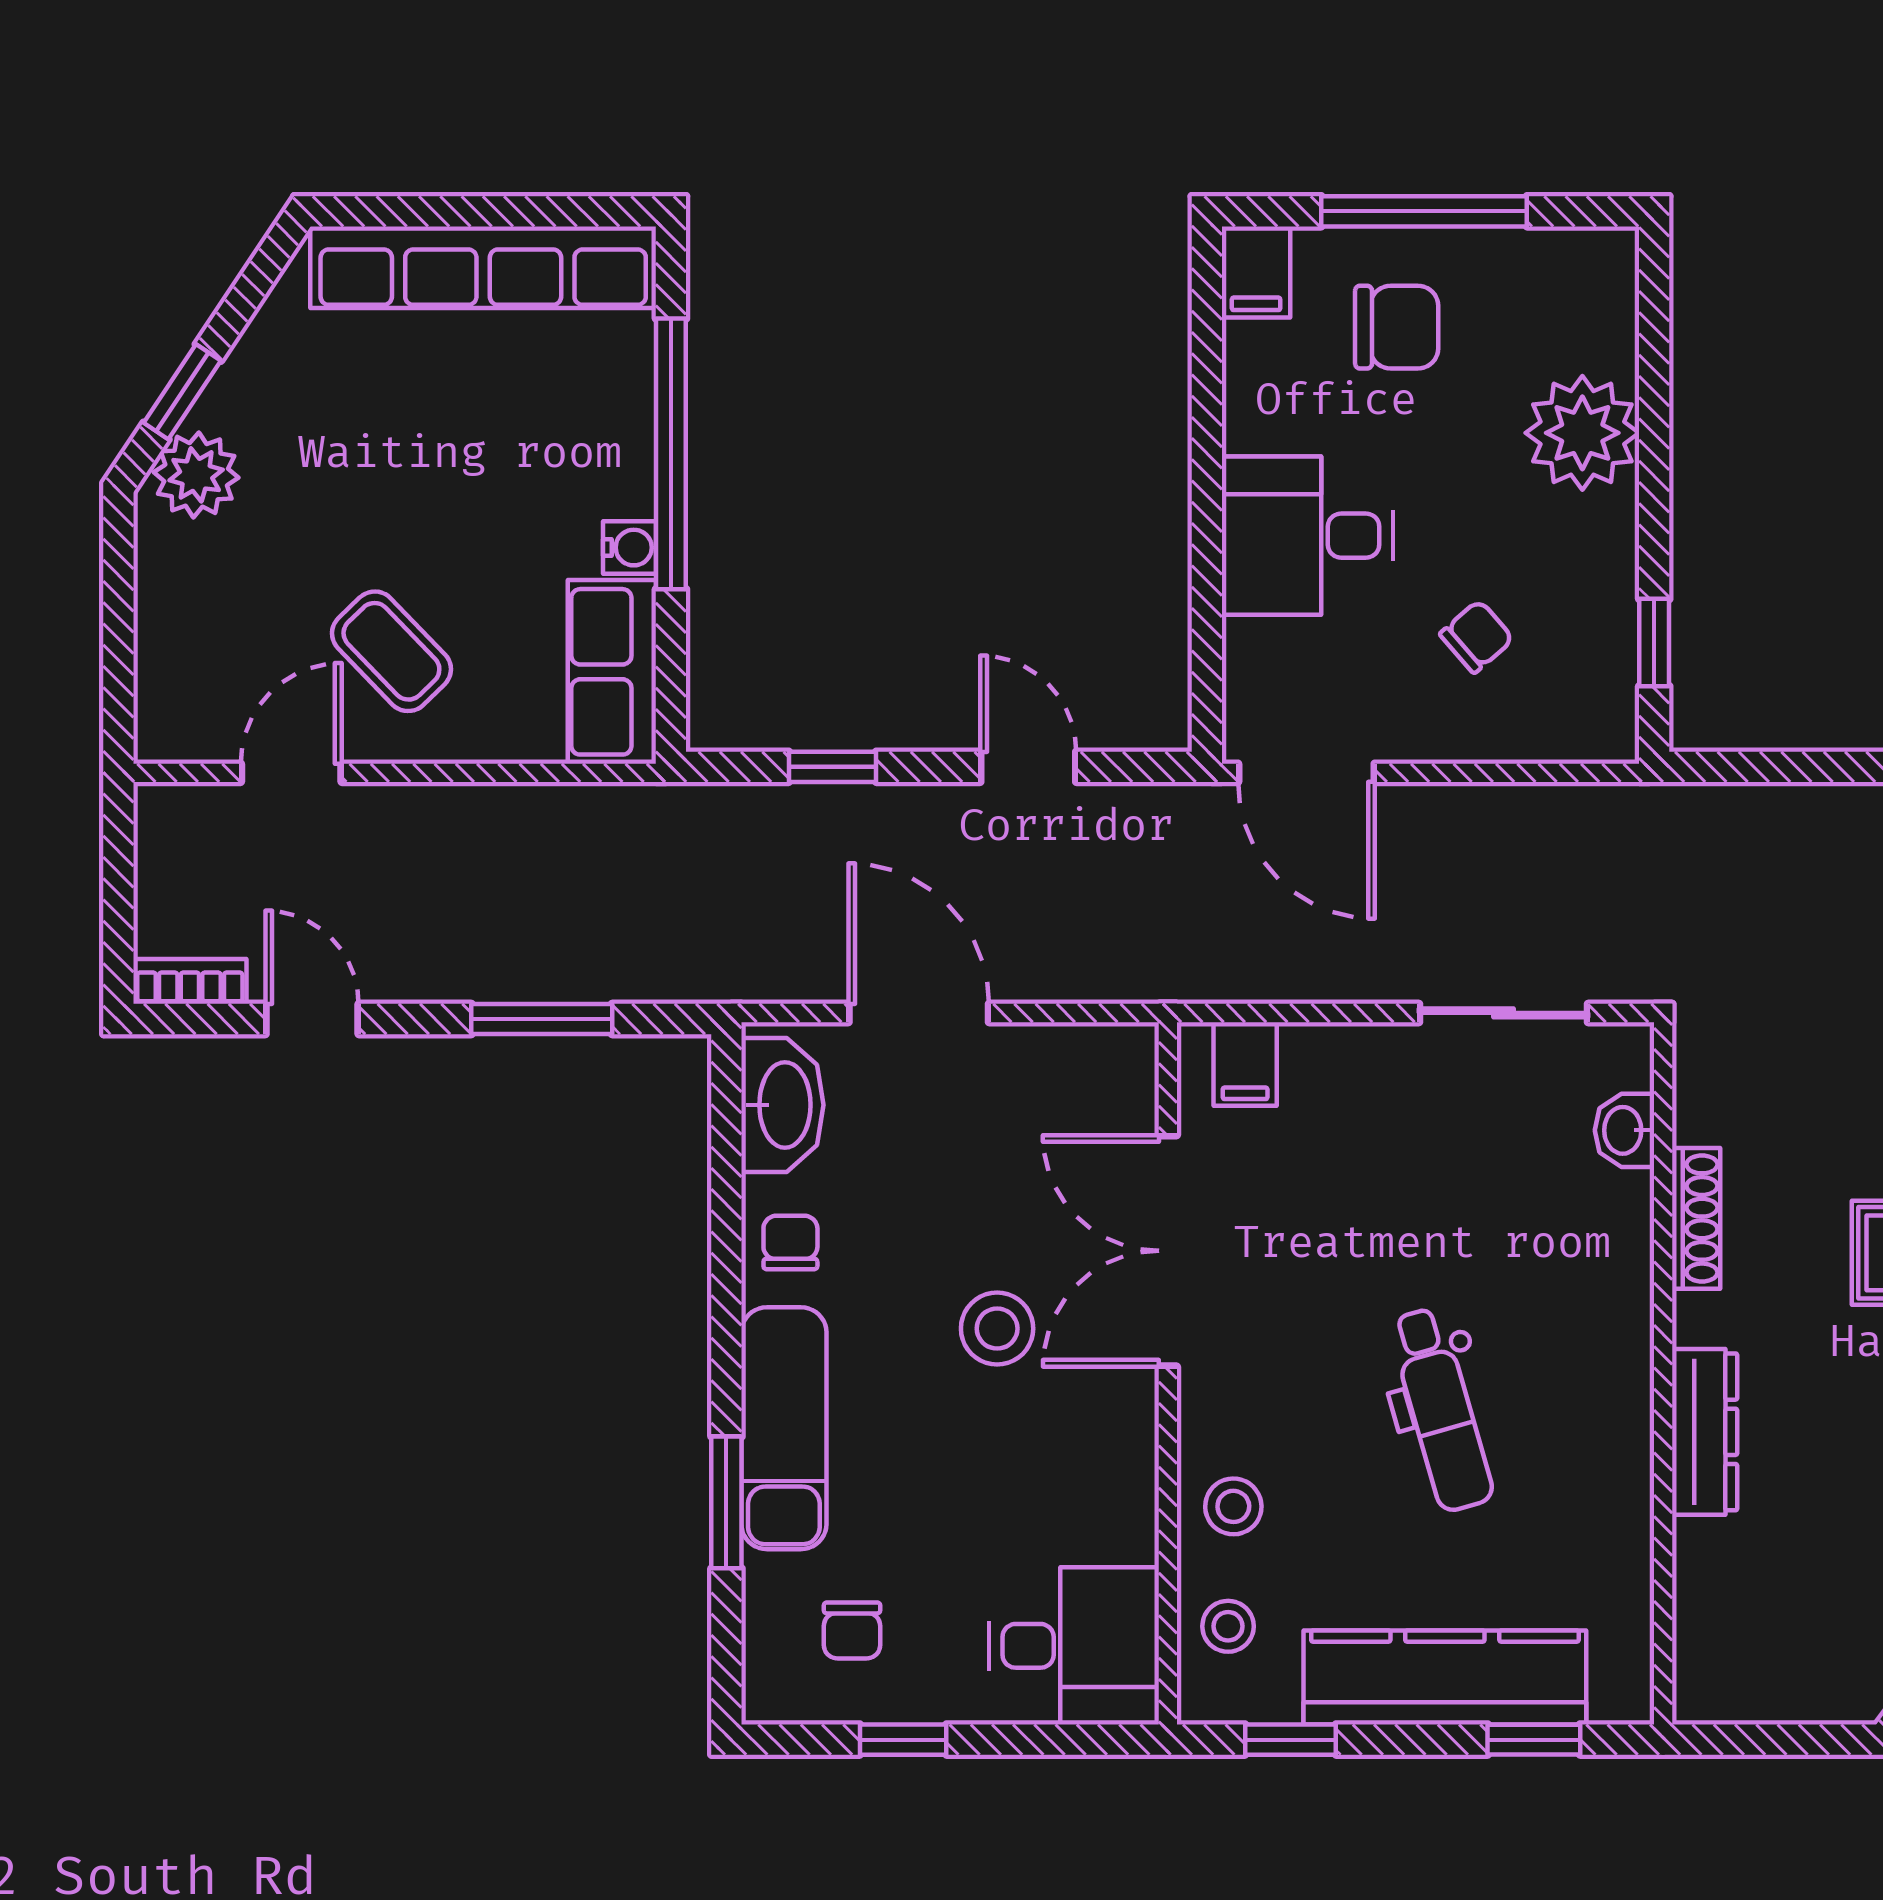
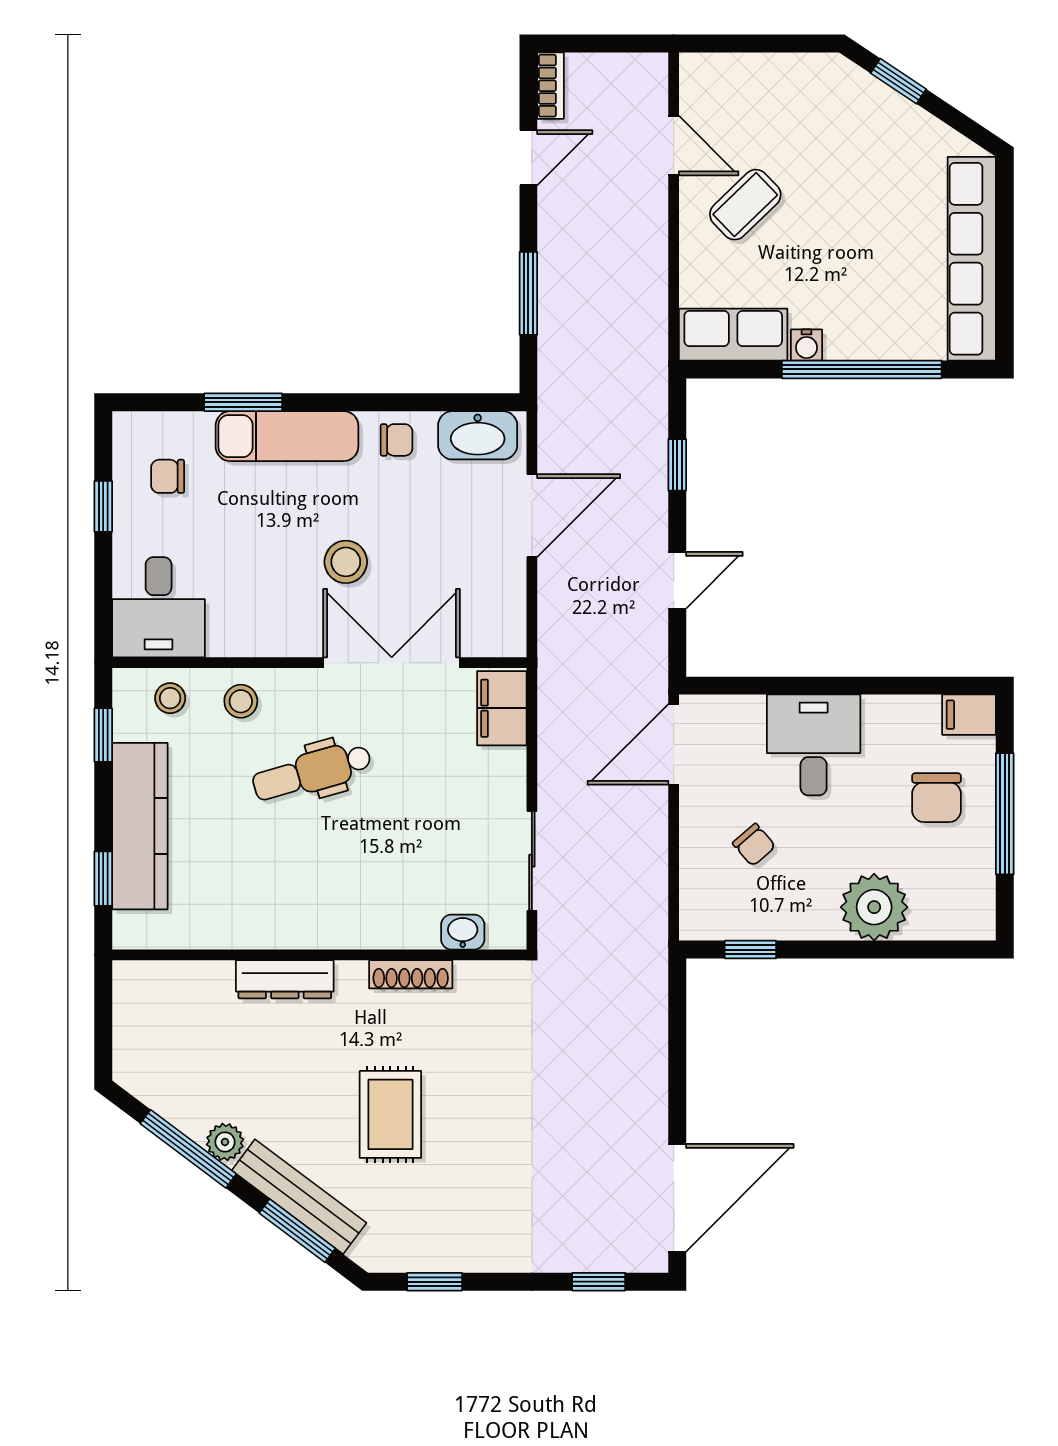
plant: (196, 475) -> (849, 89), removed
filing cabinet: (1245, 1064) -> (502, 708), width x2.00
dental chair: (1441, 1410) -> (312, 772), moved

